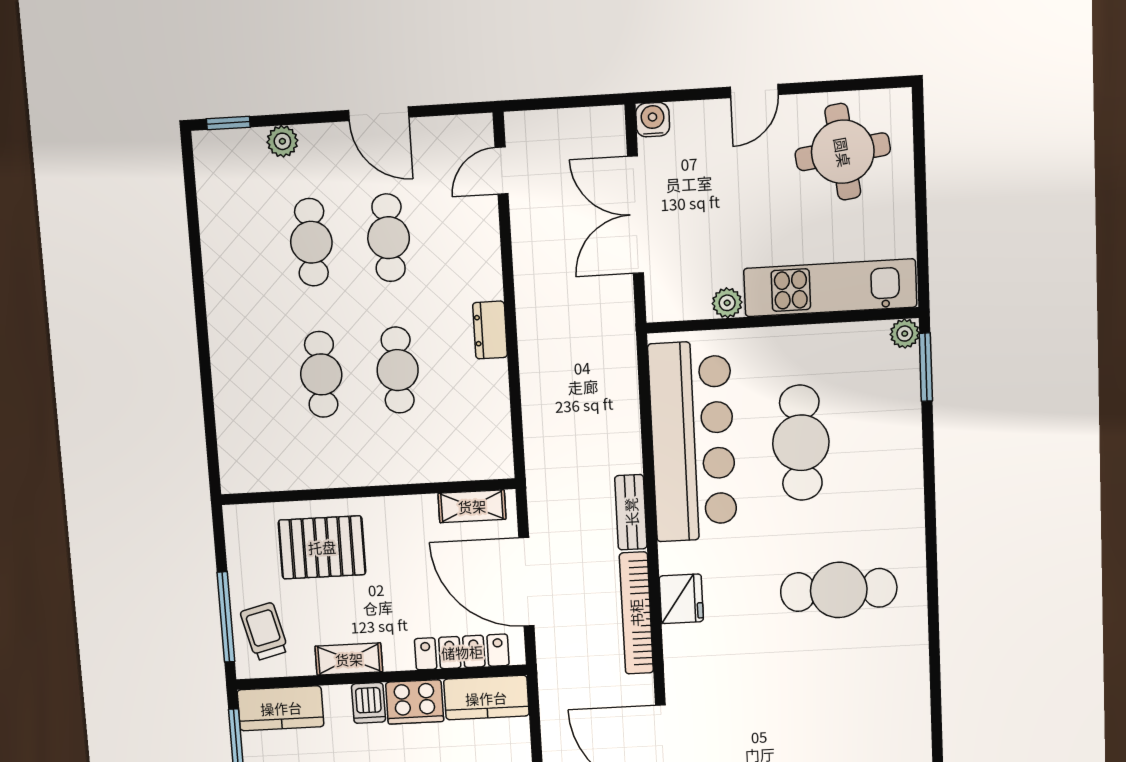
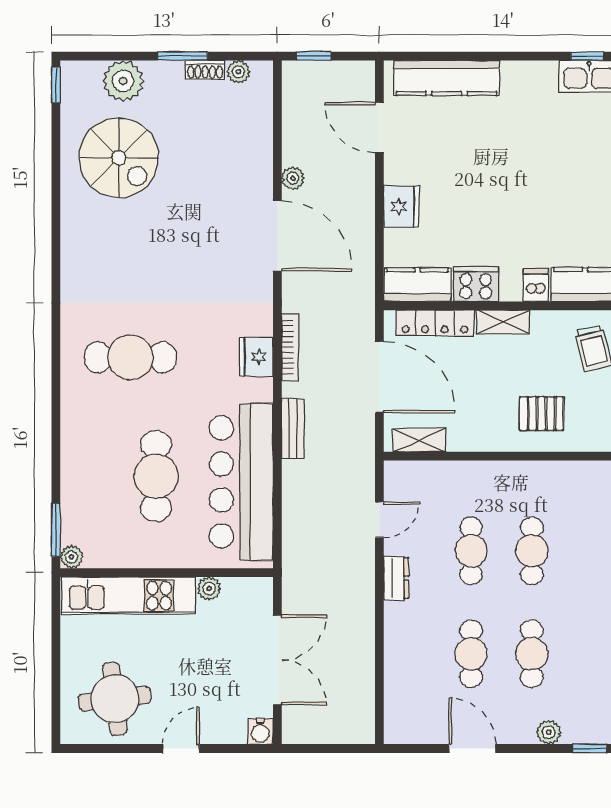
door: (502, 171) -> (379, 520), moved
pallet: (322, 547) -> (542, 414), width x0.67, depth x0.71
bookcase: (636, 613) -> (290, 347), width x0.68, depth x0.76
shelving: (349, 659) -> (503, 322), moved
dishwasher: (368, 703) -> (536, 285), moved

